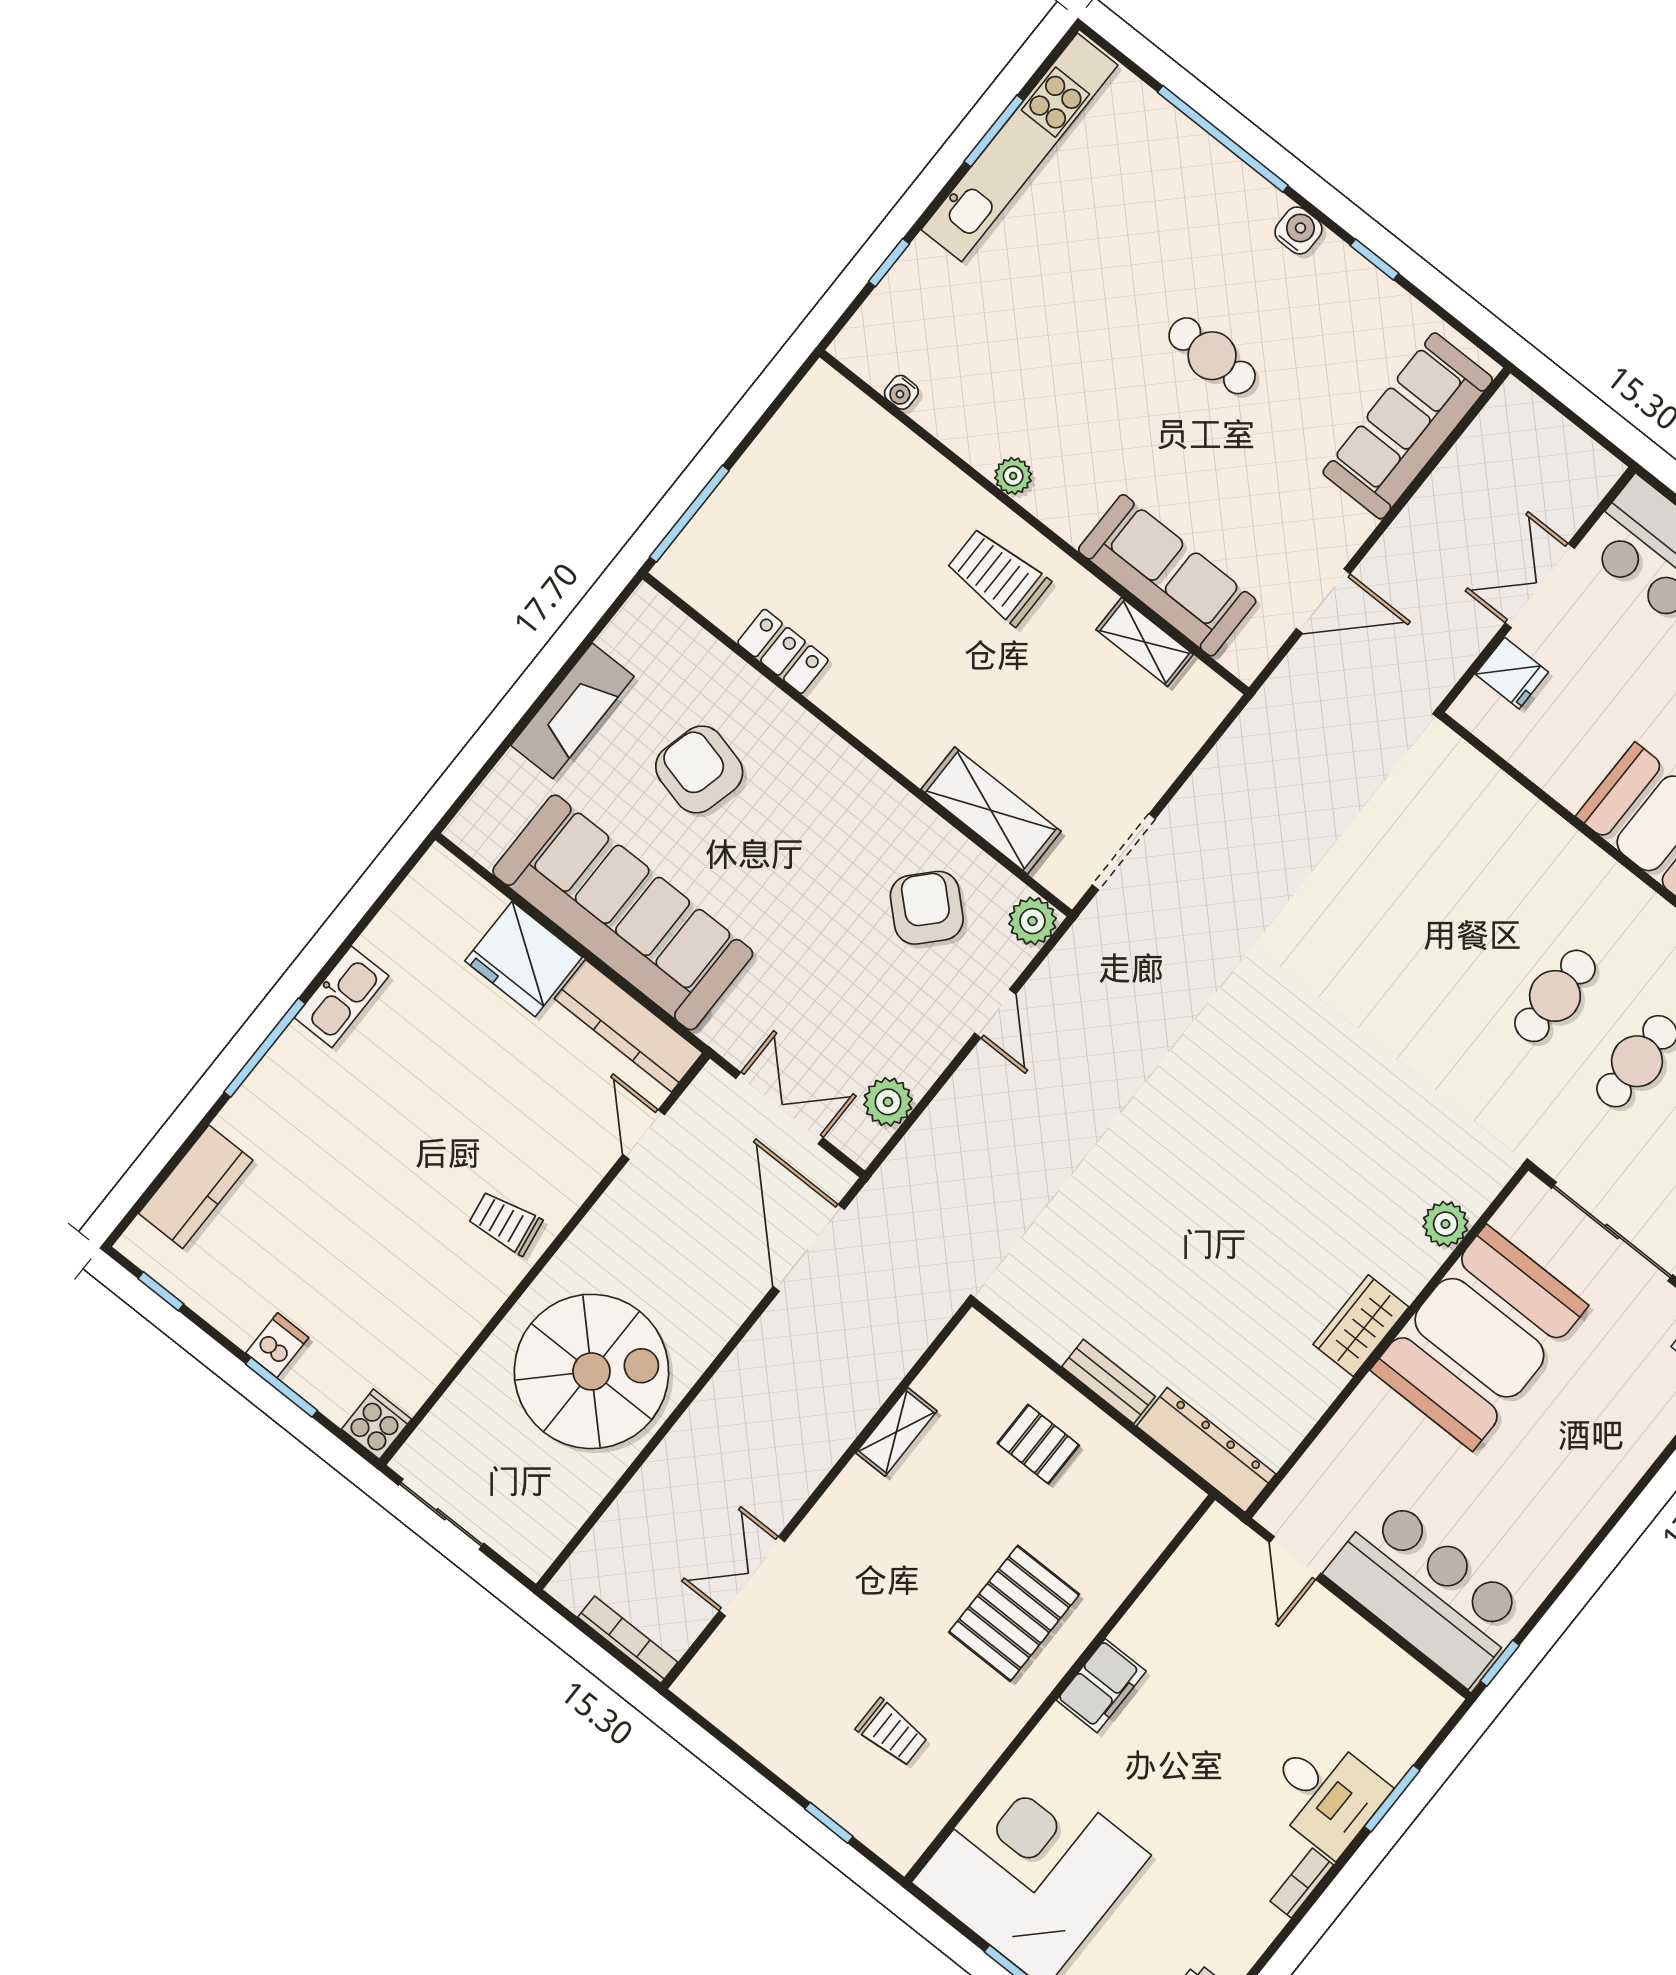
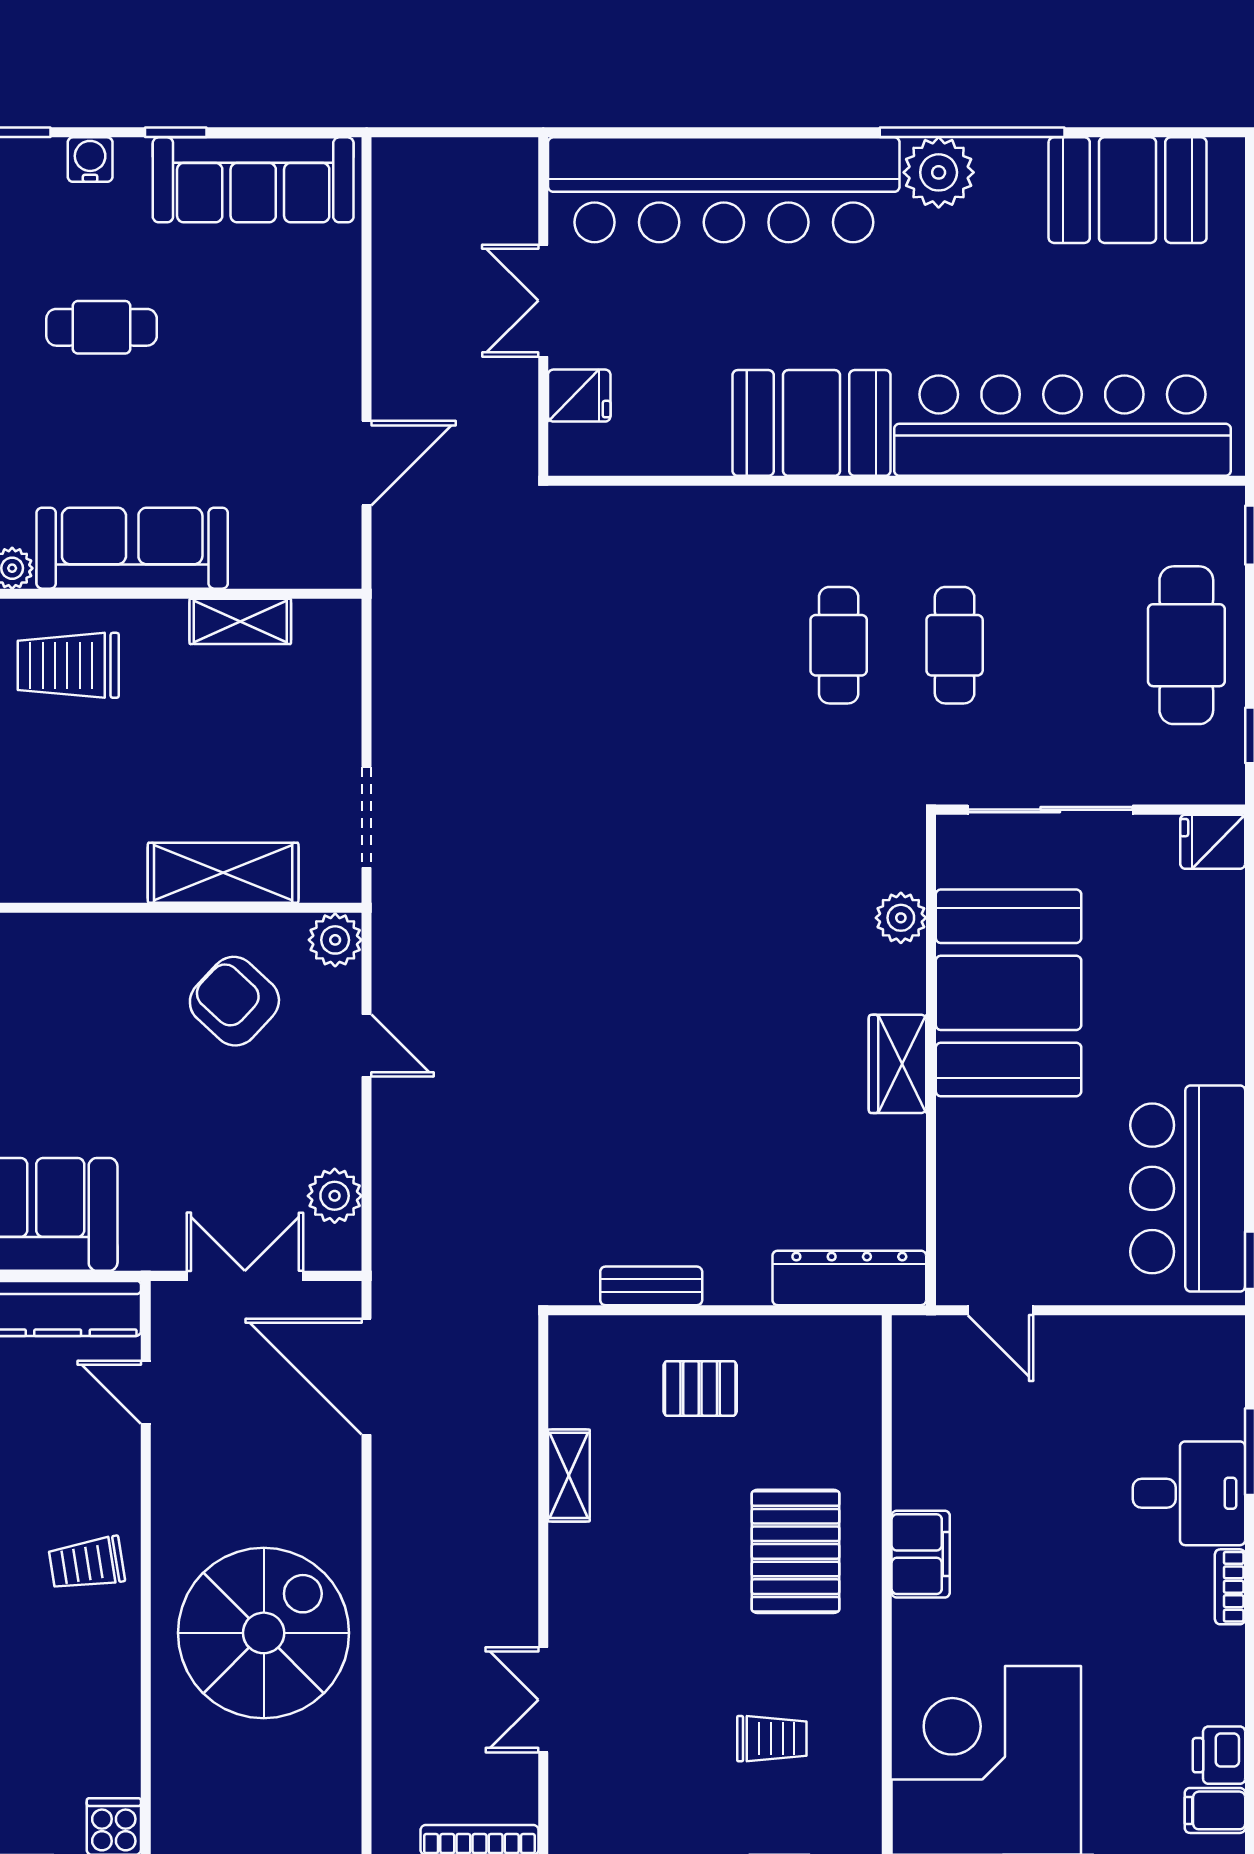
sofa: (1408, 426) -> (253, 180), moved, turned -90
sofa: (1167, 575) -> (132, 548), moved
bench: (1109, 1382) -> (651, 1286), moved
bar counter: (1427, 1591) -> (1188, 1188), moved, turned -90

